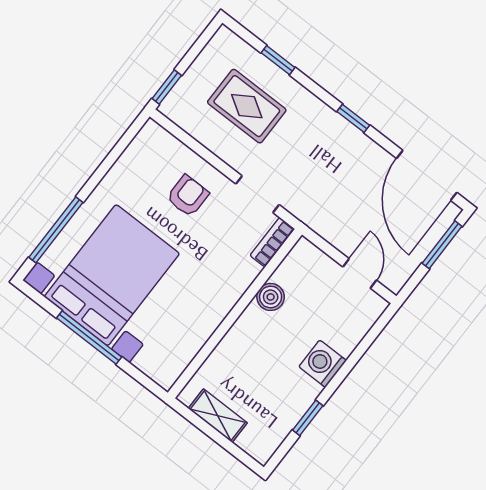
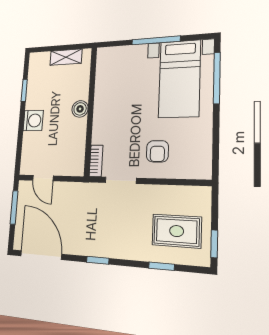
window: (167, 87) -> (214, 244), moved
rug: (247, 106) -> (177, 231), moved
window: (442, 245) -> (14, 207), moved
bed with nightstands: (112, 275) -> (179, 79), width x0.73
boiler: (271, 297) -> (80, 109), moved

